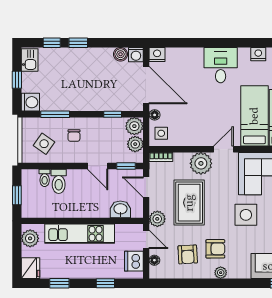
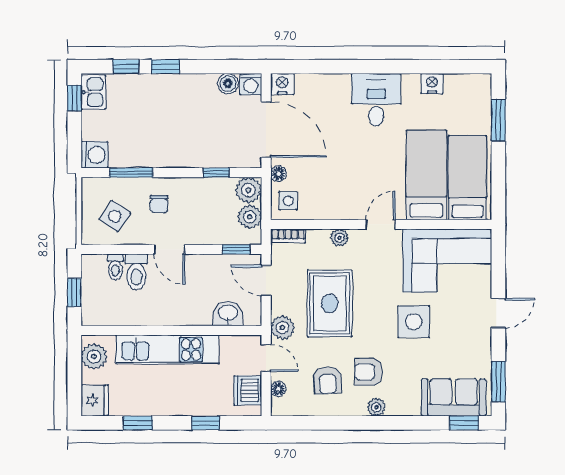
window: (17, 80) -> (74, 98), moved
plant: (201, 163) -> (339, 238), width x0.53, depth x0.53
door: (98, 166) -> (170, 249), moved
armchair: (215, 249) -> (368, 372), turned 180

